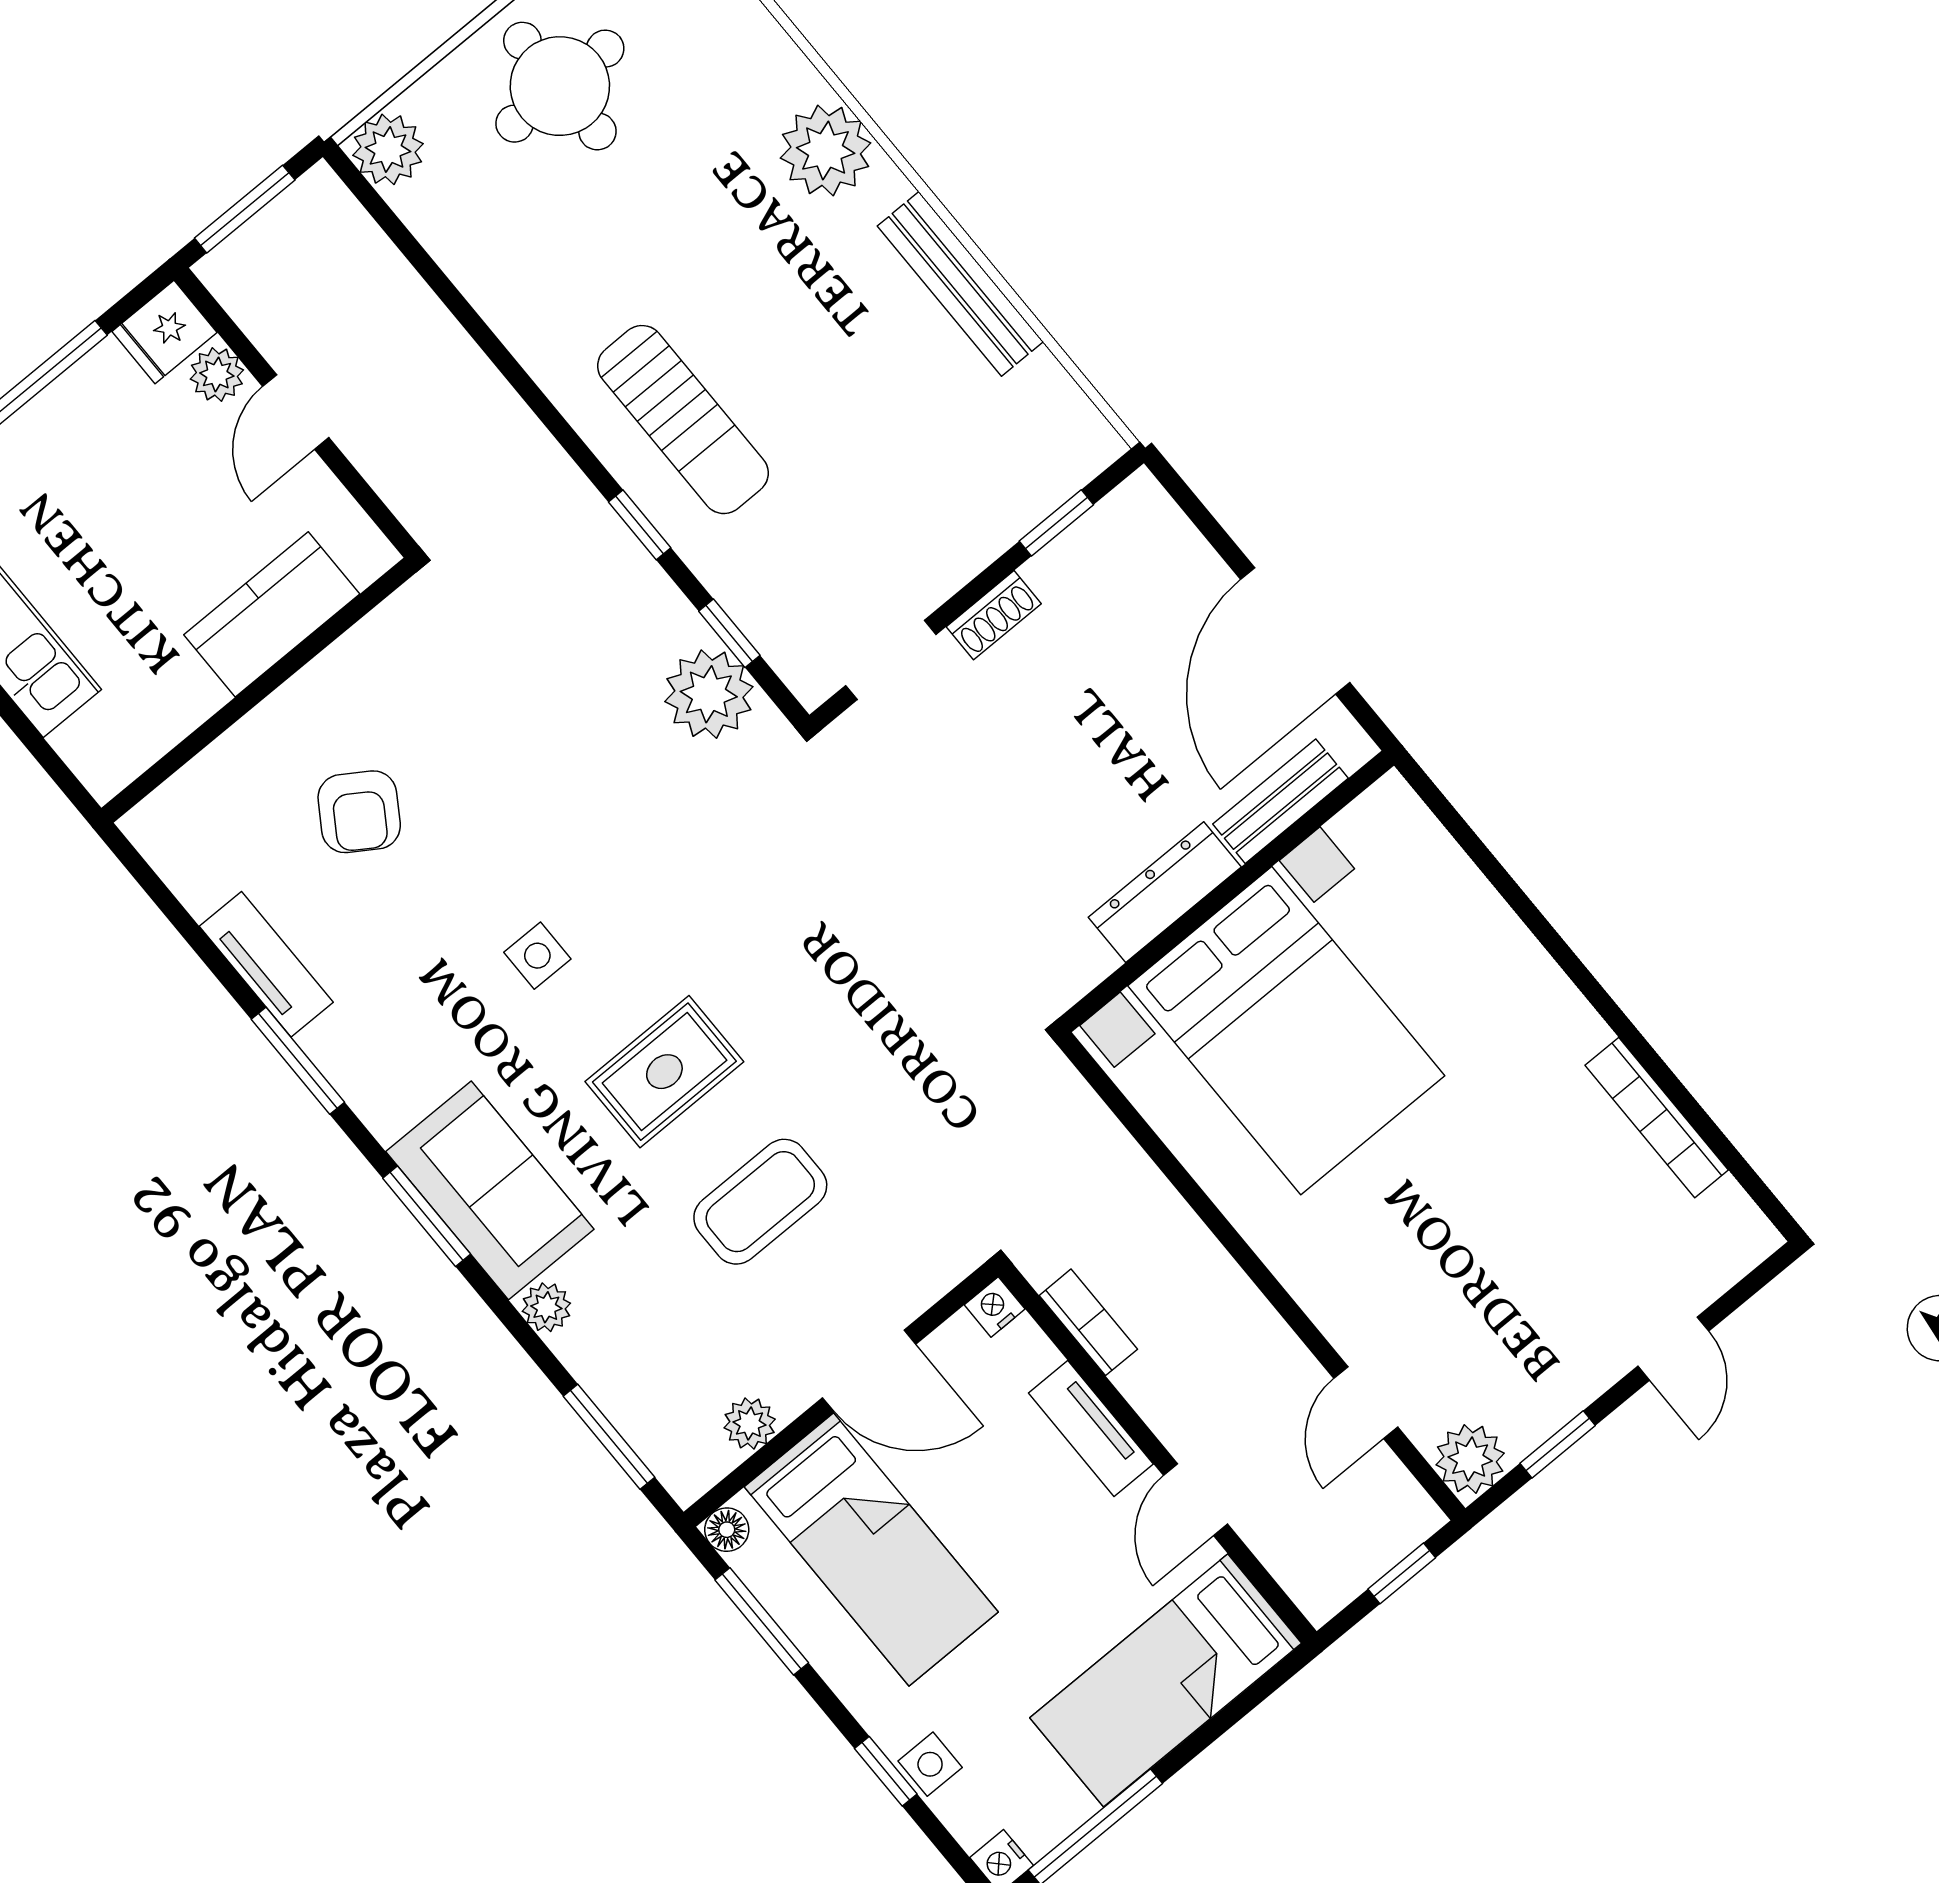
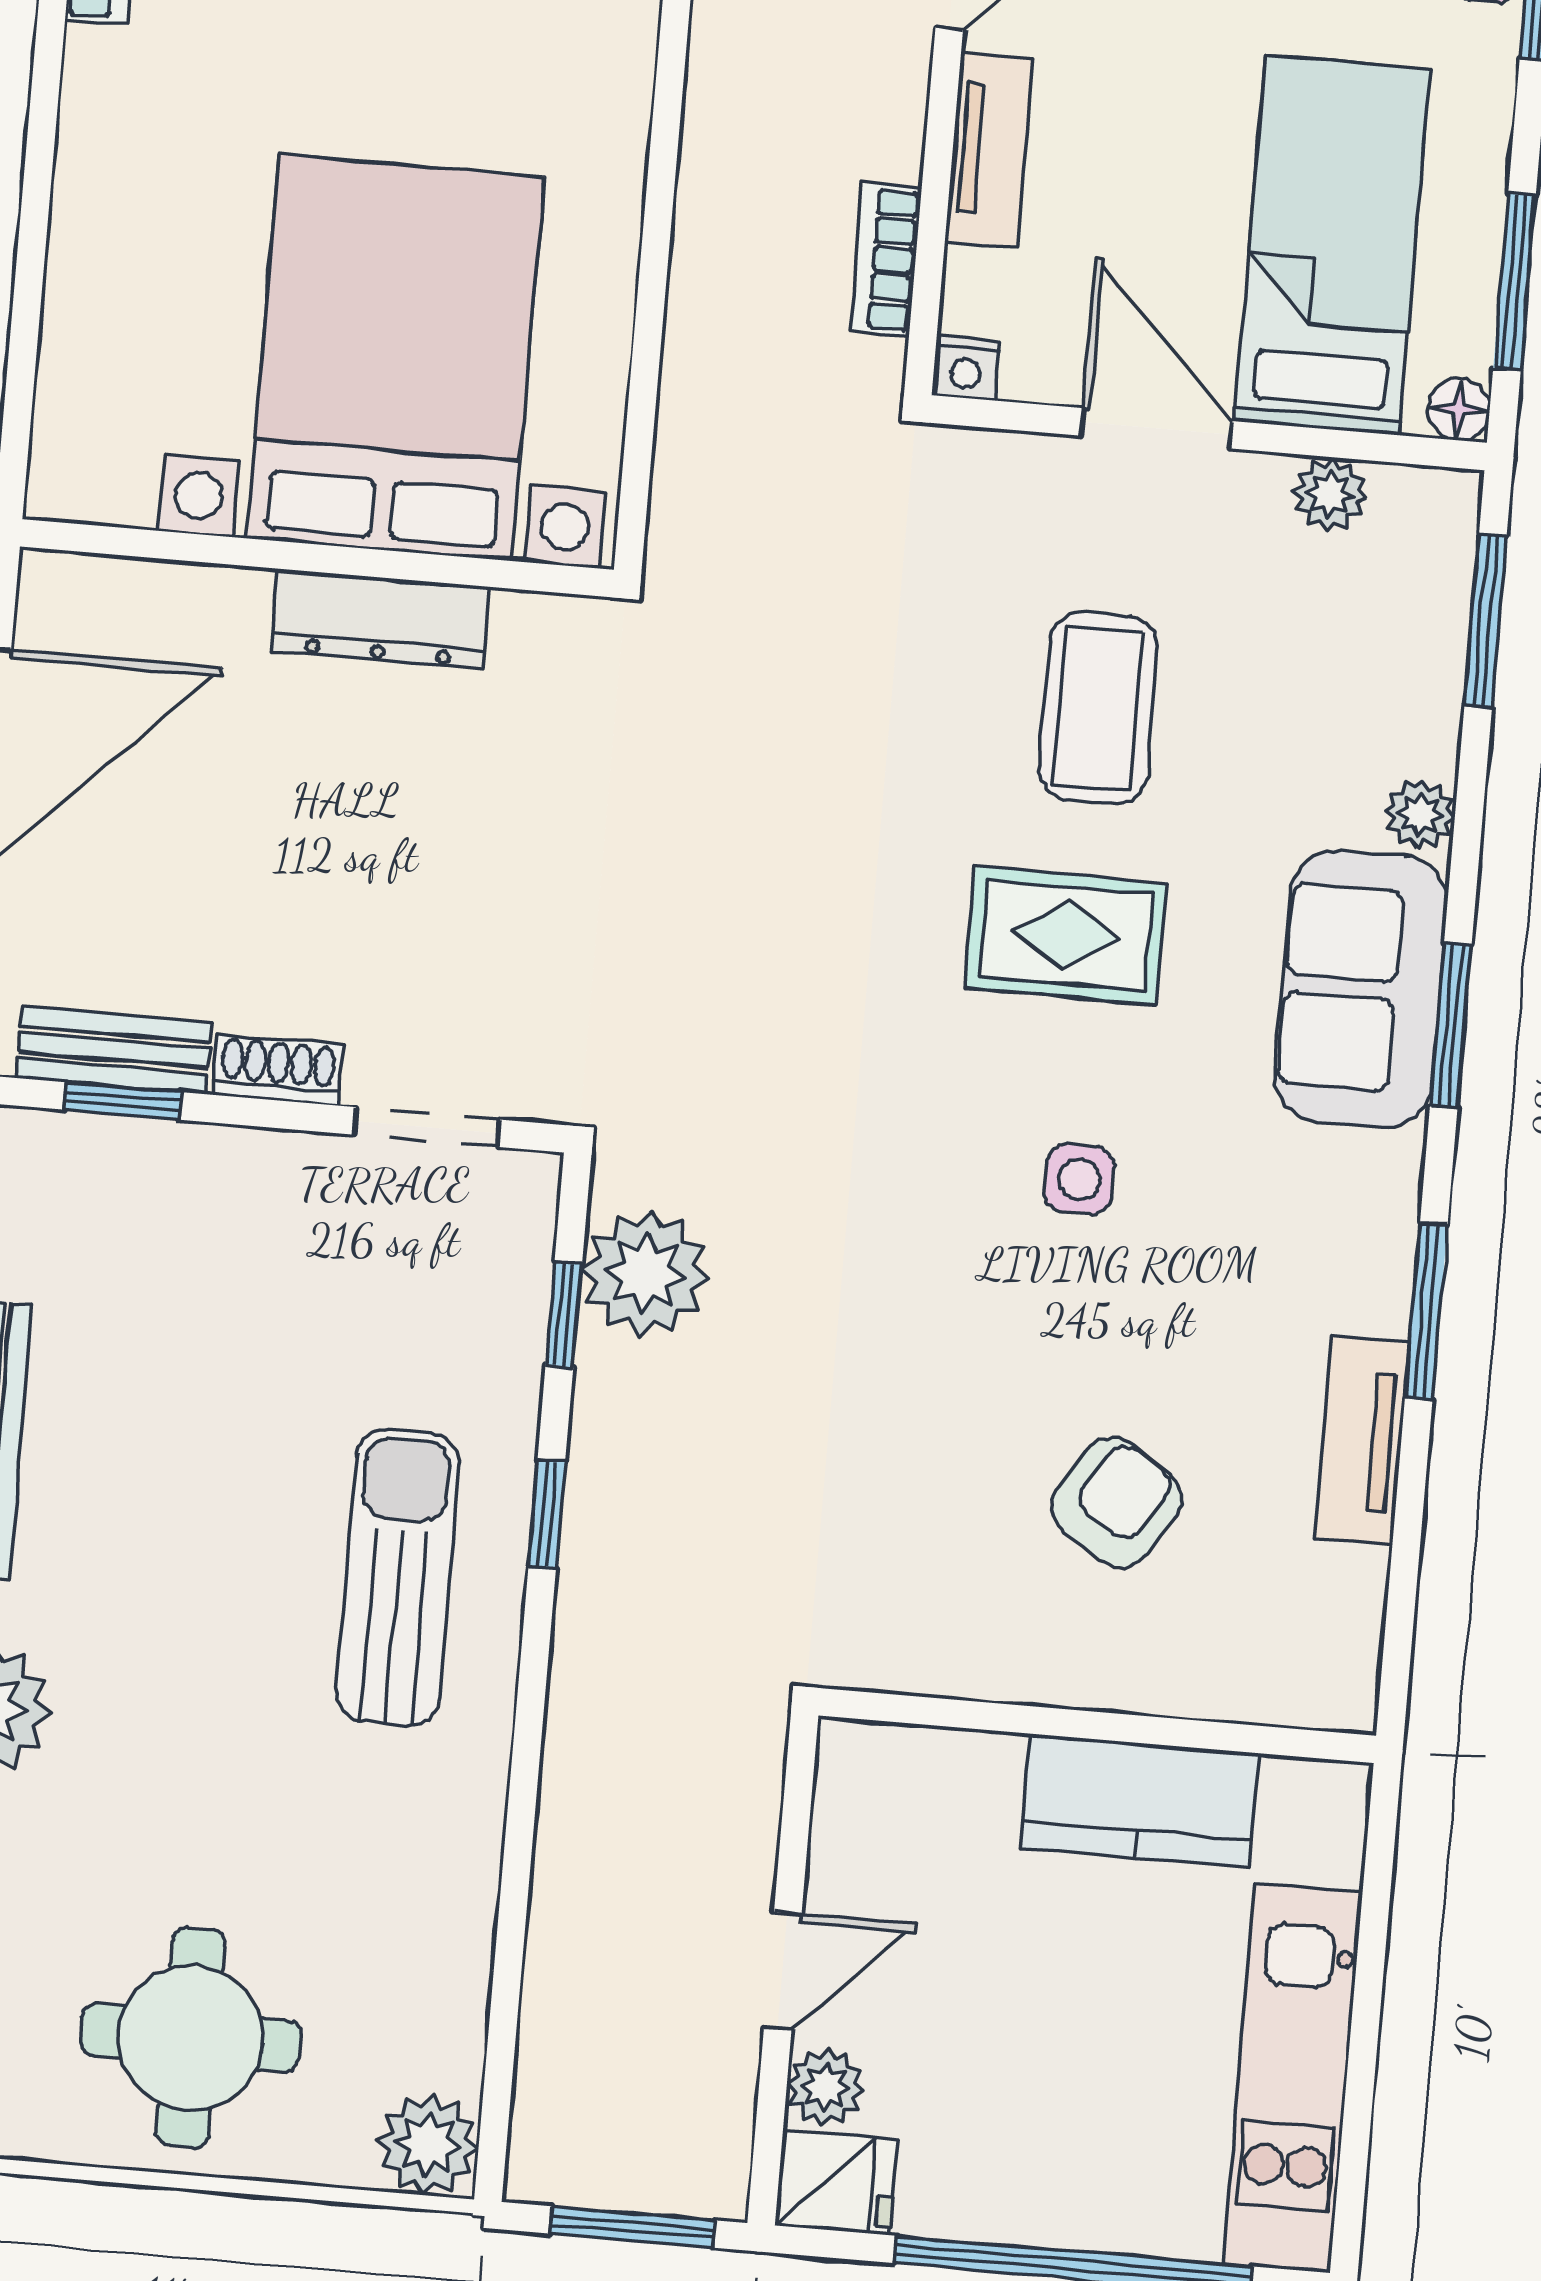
kitchen counter: (272, 614) -> (1140, 1801), moved
bench: (1281, 801) -> (114, 1050), moved
coffee table: (760, 1202) -> (1098, 708), turned 90

